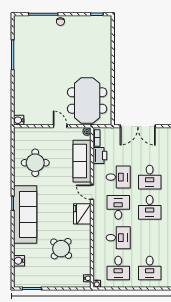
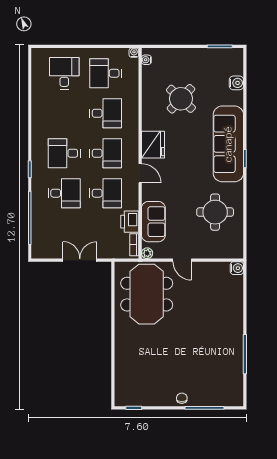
double door: (138, 126) -> (80, 260), width x0.73
sofa: (82, 161) -> (153, 222), width x0.73
desk: (118, 177) -> (106, 193), turned 180
desk: (150, 177) -> (64, 193), turned 90
desk: (118, 207) -> (106, 153), turned -90
desk: (150, 207) -> (64, 153), turned -90
desk: (118, 238) -> (106, 113), turned 180
desk: (118, 268) -> (106, 73), turned -90

